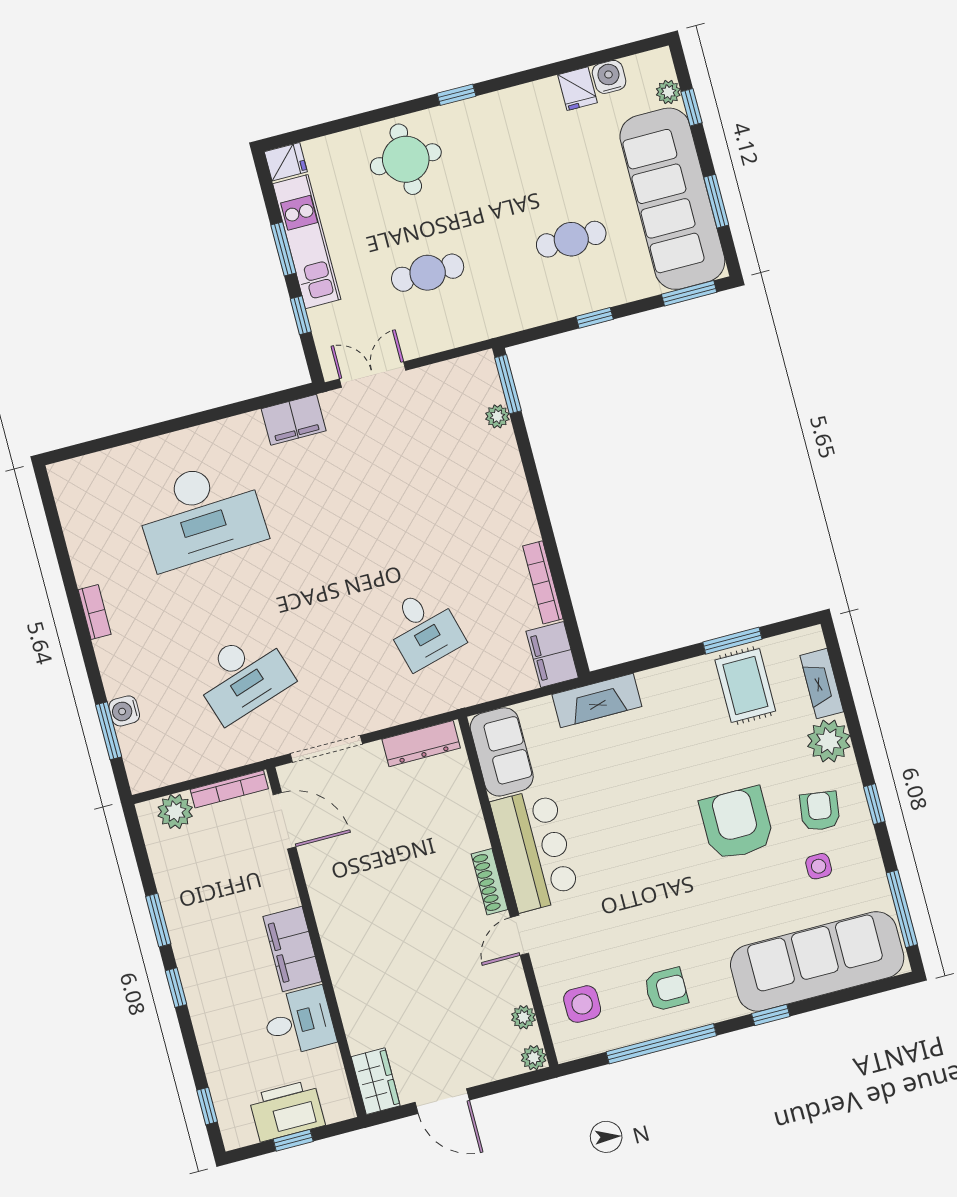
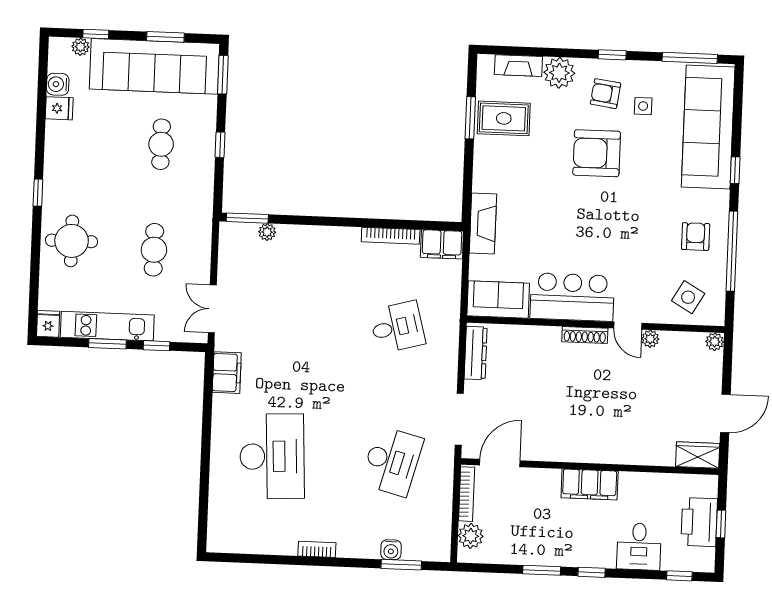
desk: (243, 676) -> (392, 461), turned 33
side table: (582, 1004) -> (688, 297), turned 30
plant: (523, 1017) -> (650, 339), moved
desk: (299, 1021) -> (639, 546), moved, turned 180

